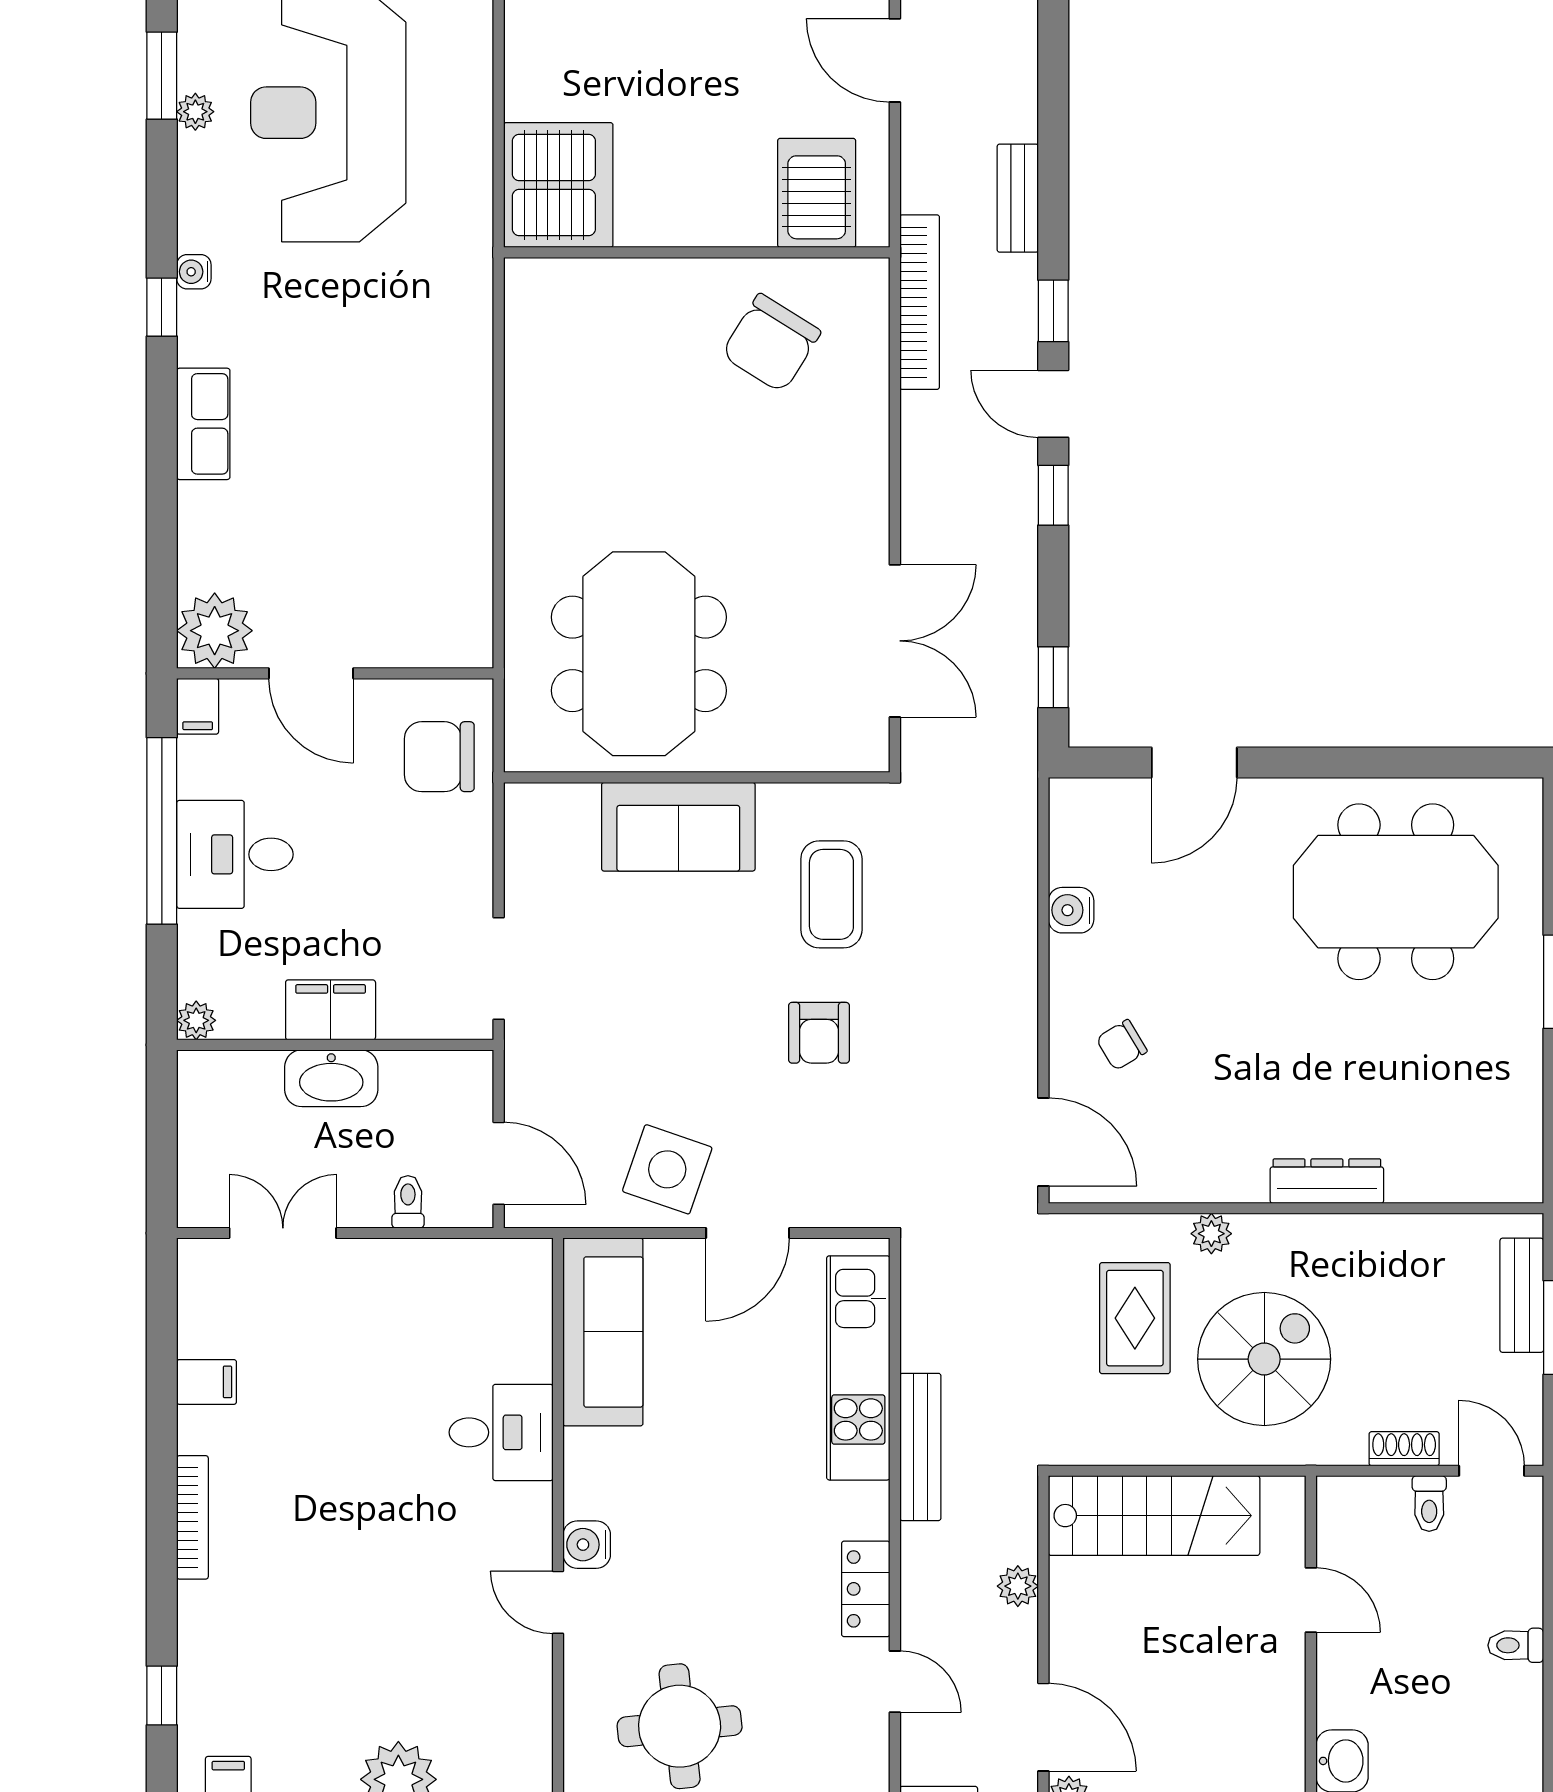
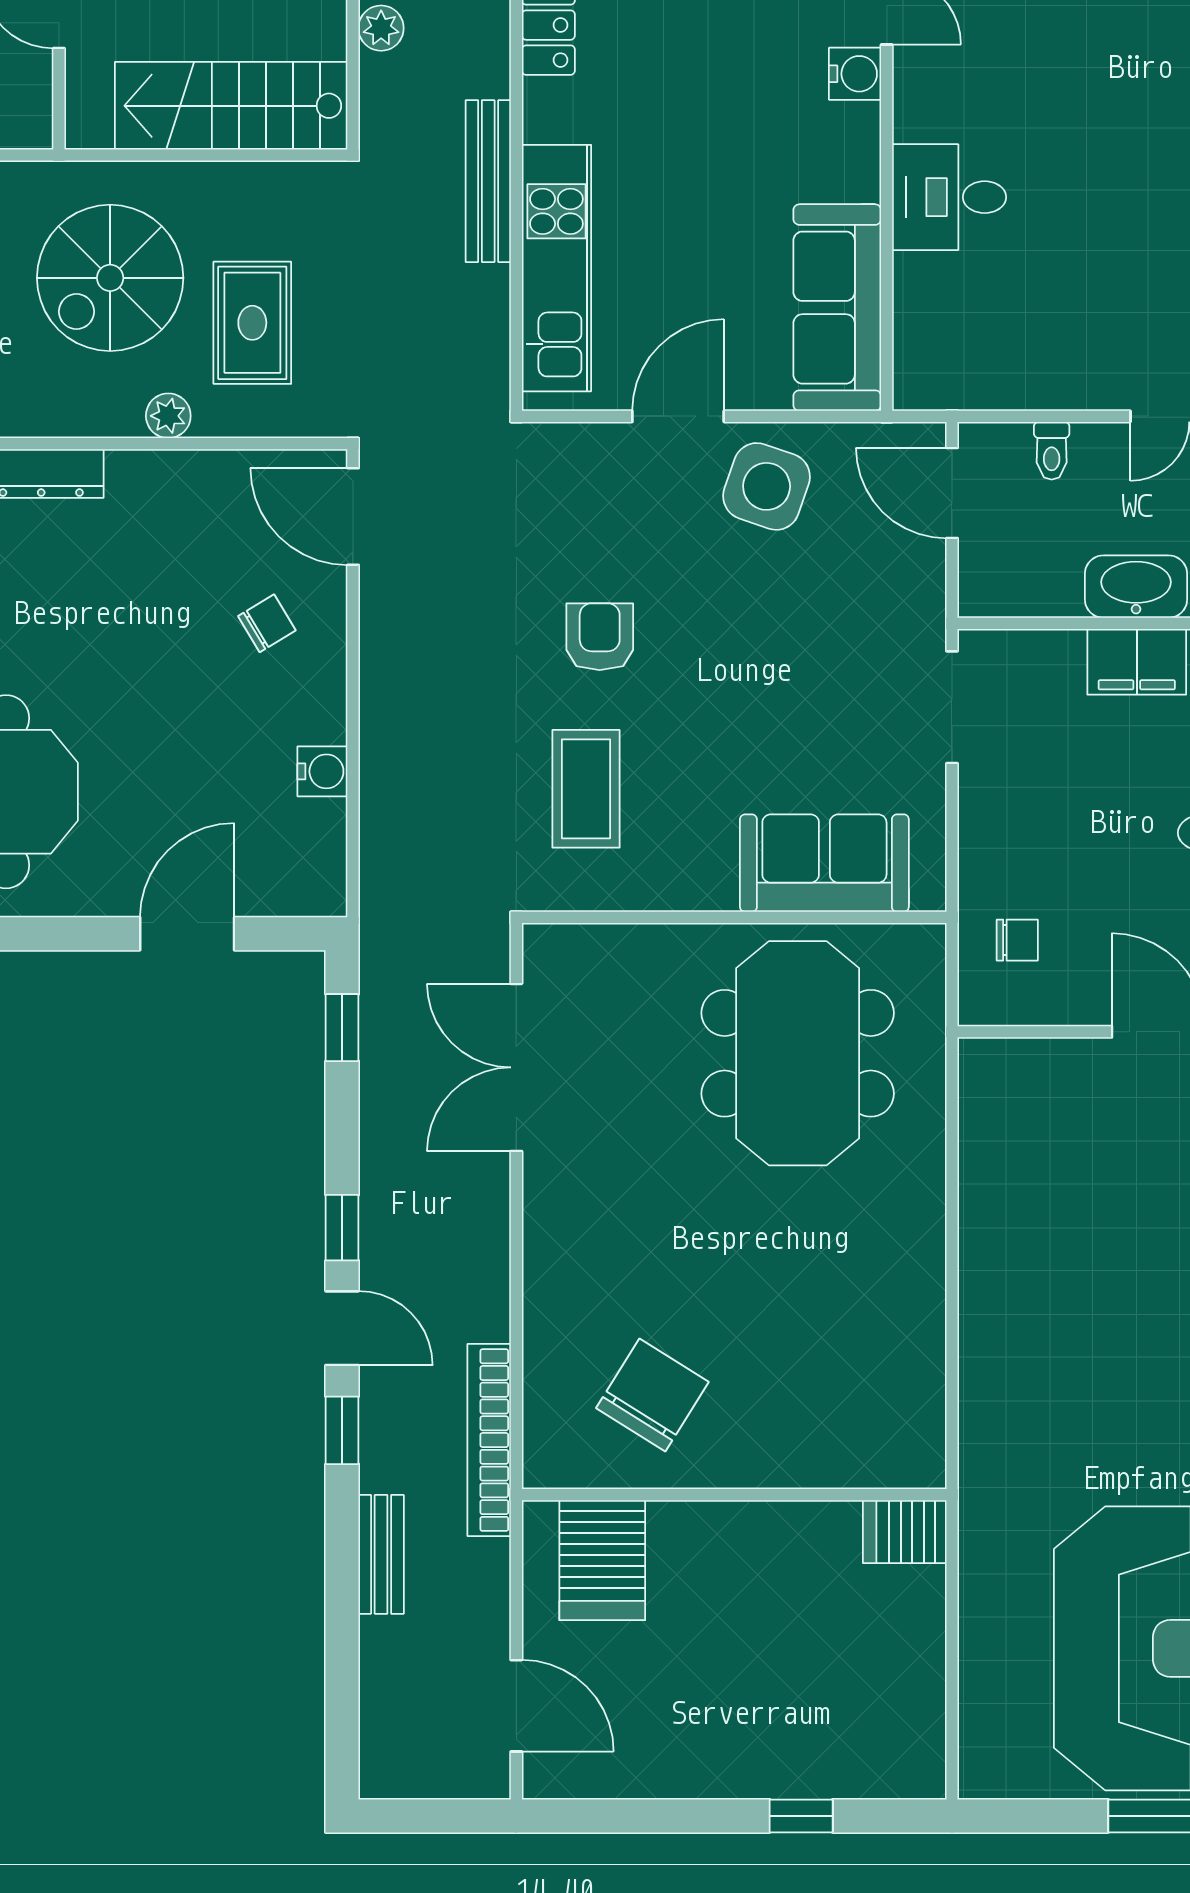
server rack: (558, 185) -> (905, 1532), width x0.46, depth x0.70
chair: (439, 757) -> (1017, 940), width x0.54, depth x0.54
sofa: (678, 827) -> (824, 863), moved

